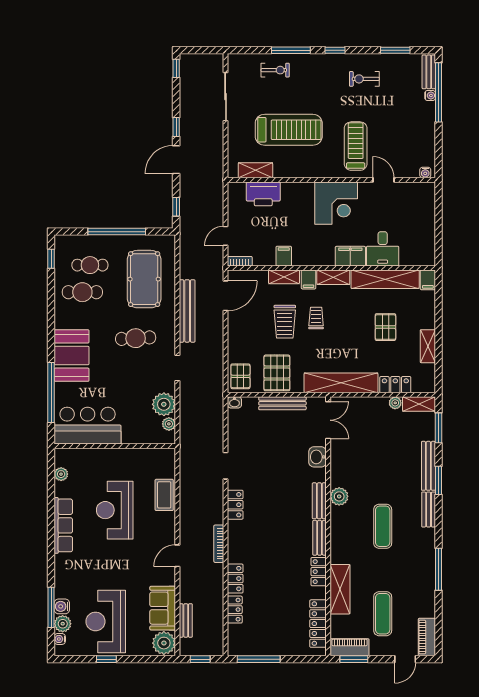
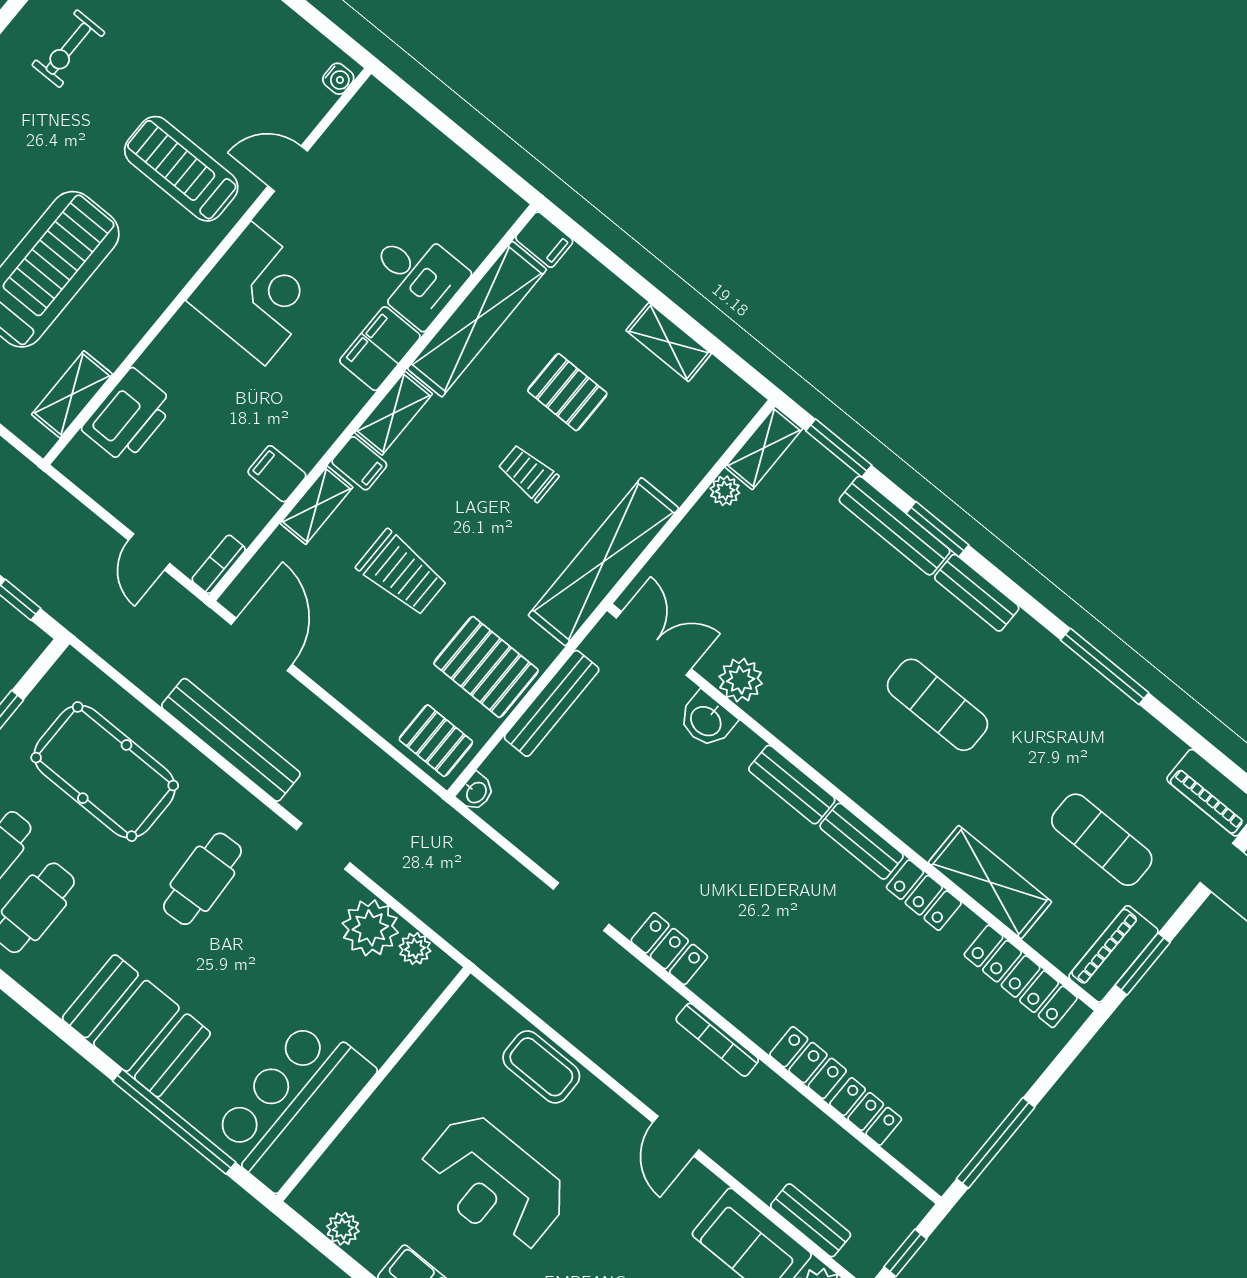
trolley: (316, 318) -> (528, 473), moved
locker: (395, 385) -> (691, 462), removed
plant: (339, 496) -> (741, 680), moved

